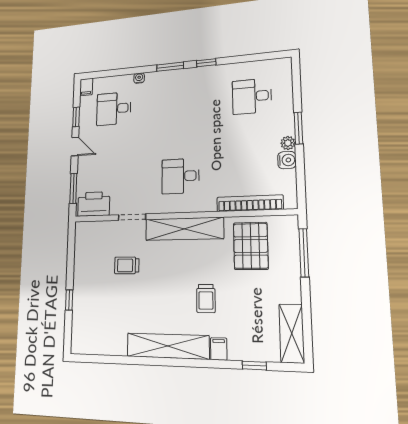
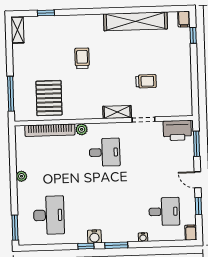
desk: (252, 96) -> (49, 215), width x1.37
window: (298, 128) -> (15, 228), moved
water cooler: (287, 160) -> (94, 237), moved, turned -90
plant: (208, 205) -> (82, 129), added
shelving: (184, 229) -> (117, 112), width x0.45, depth x0.75
window: (69, 300) -> (193, 35), moved
shelving: (292, 333) -> (17, 30), width x0.67, depth x0.75
shelving: (168, 346) -> (135, 21), moved
filing cabinet: (219, 349) -> (184, 19), moved

